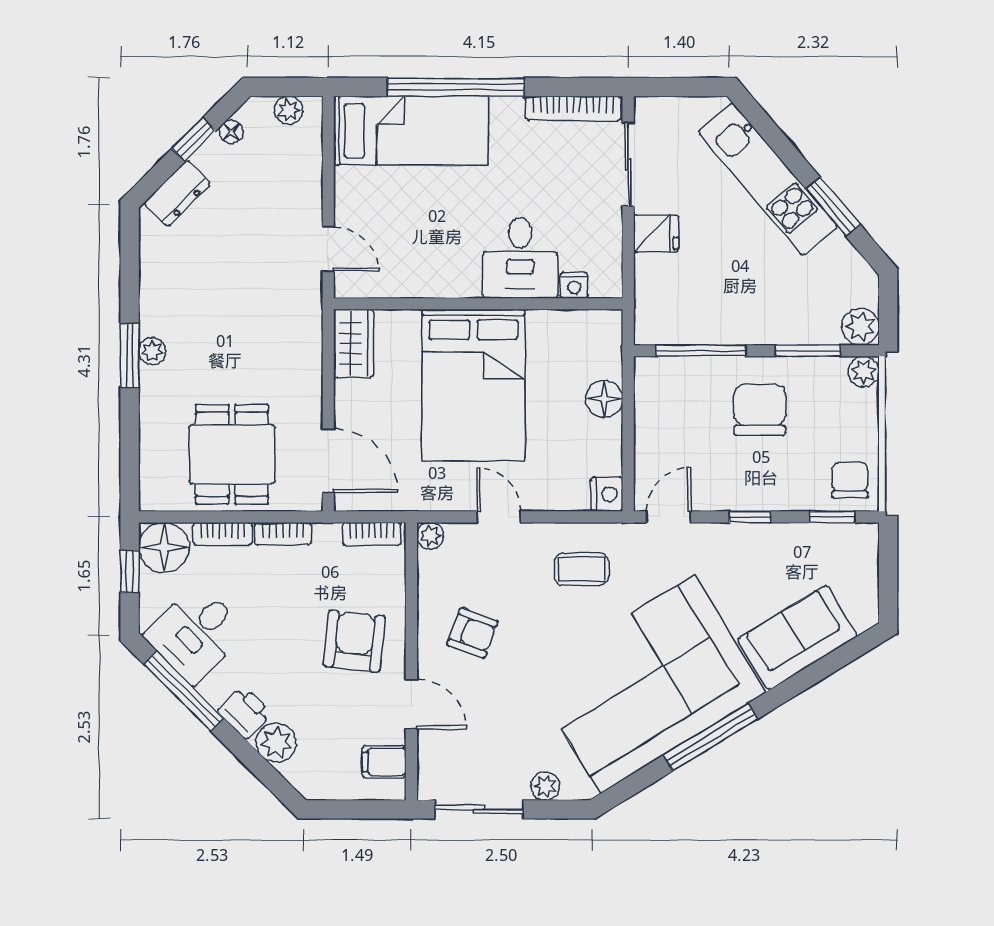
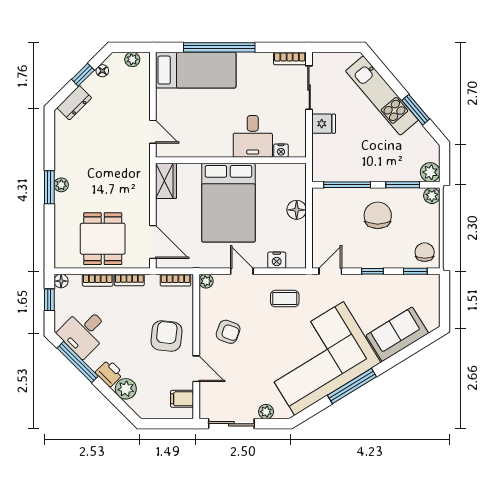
bookcase: (573, 108) -> (290, 58), width x0.64
nightstand: (607, 494) -> (277, 260), moved, turned 90
floor lamp: (164, 547) -> (61, 281), width x0.53, depth x0.53

